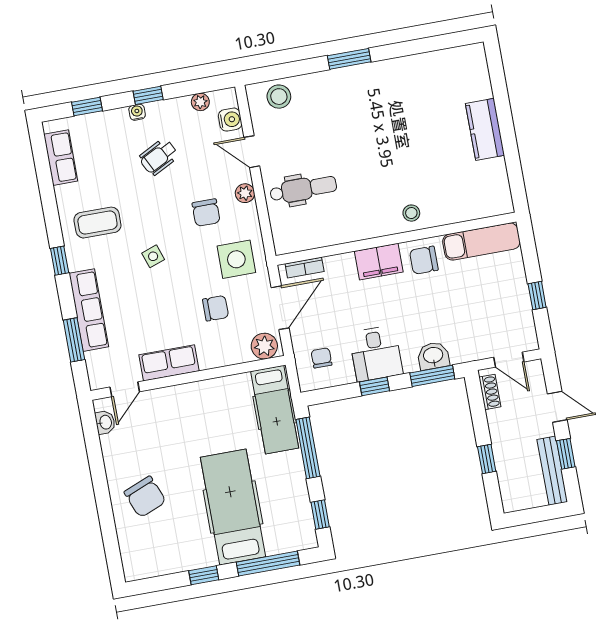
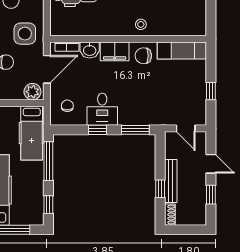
washbasin: (433, 356) -> (90, 50), moved, turned 180
shoe rack: (490, 392) -> (170, 215), moved
bench: (552, 471) -> (171, 181), moved

